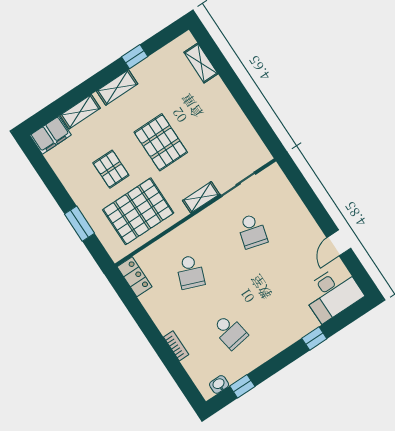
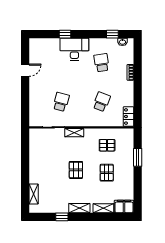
pallet: (161, 142) -> (76, 170), width x0.67, depth x0.71
pallet: (138, 211) -> (107, 145), width x0.49, depth x0.50
desk: (332, 293) -> (74, 49), moved

